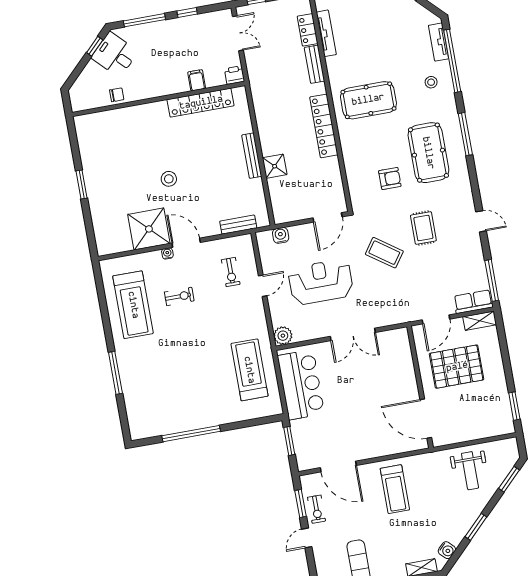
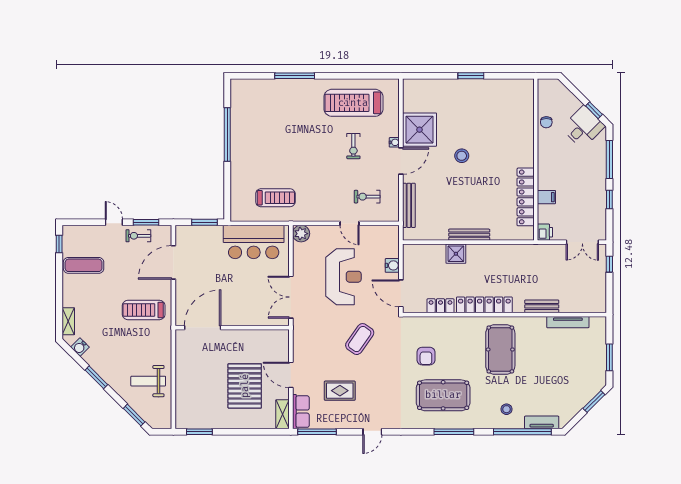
locker: (308, 30) -> (440, 306), moved
bench: (238, 225) -> (409, 205), width x1.36
rug: (423, 228) -> (340, 391), moved
water cooler: (281, 235) -> (392, 265), moved
treadmill: (249, 370) -> (275, 198), width x0.73, depth x0.73
wall: (420, 387) -> (232, 328), moved
door: (426, 419) -> (203, 328), moved

